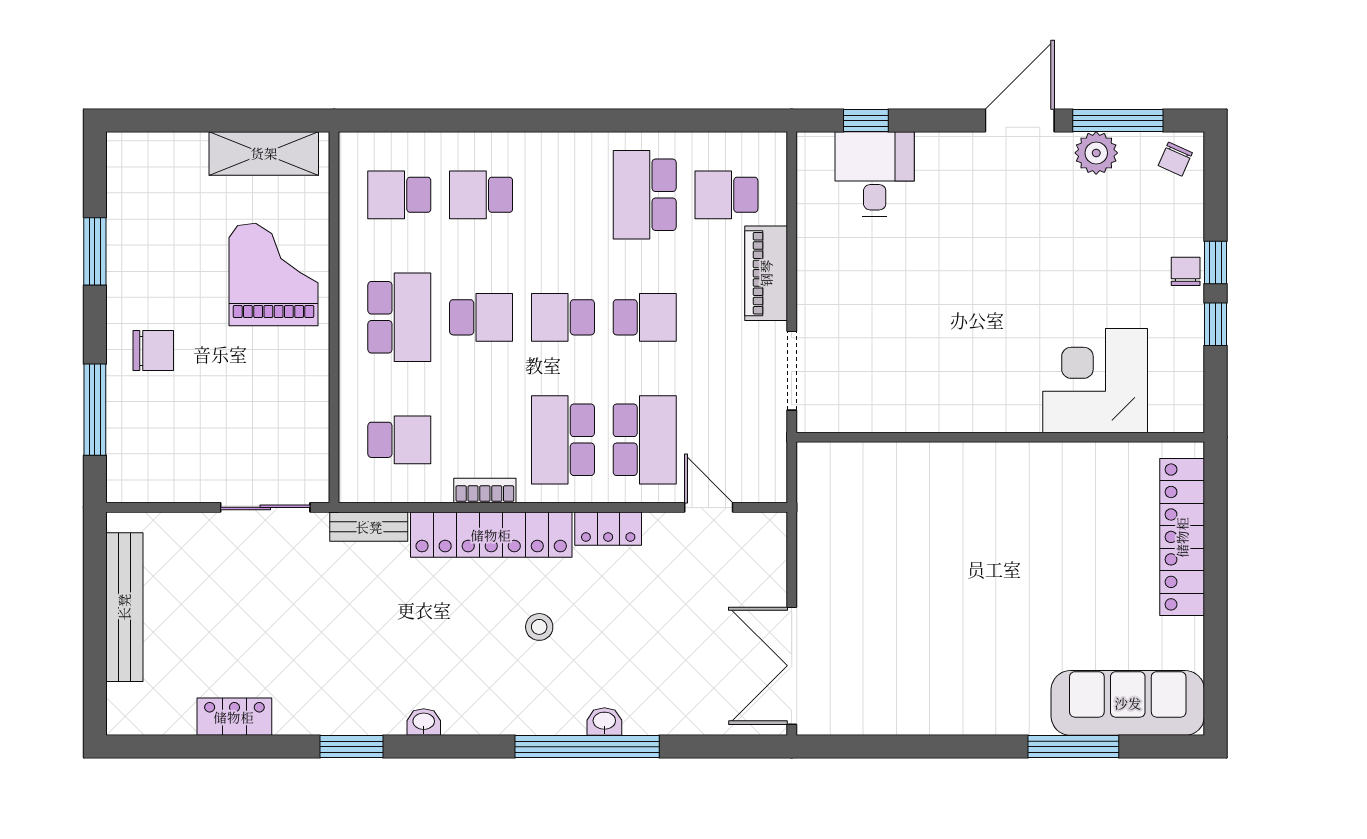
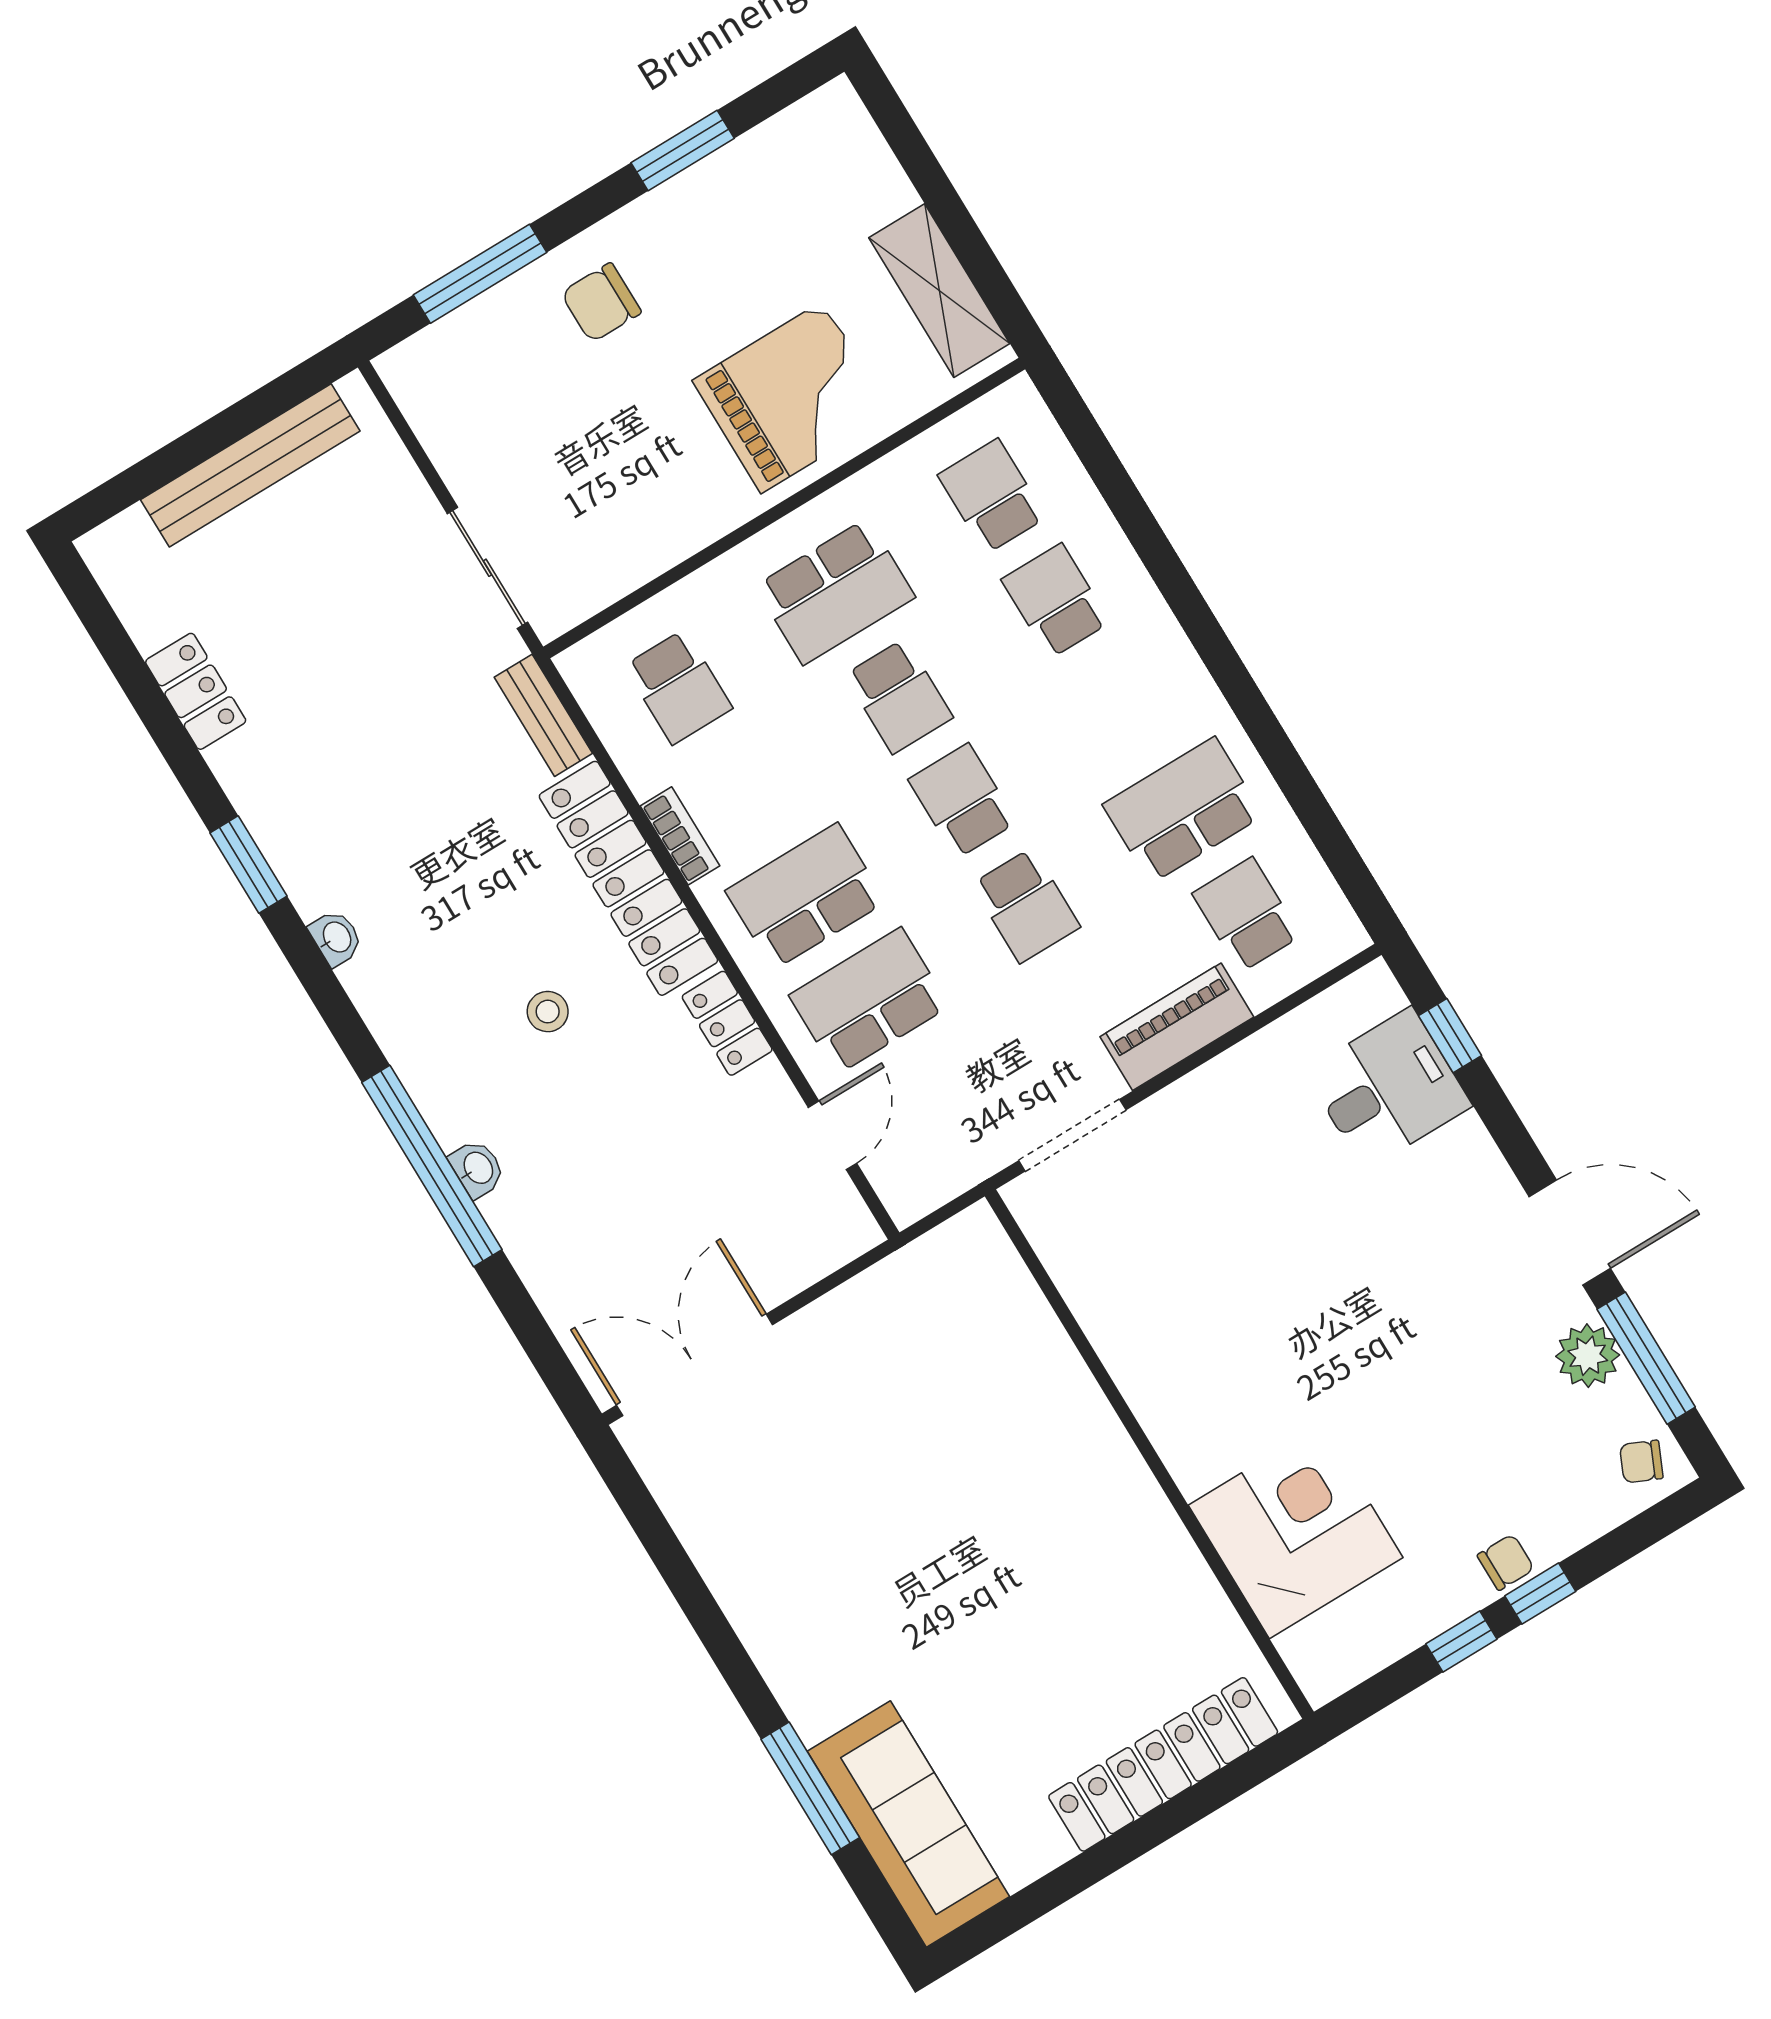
chair: (153, 351) -> (601, 303), turned 90
school desk: (645, 440) -> (869, 1001), turned 180

